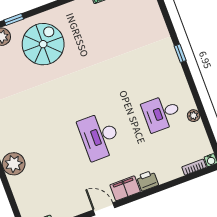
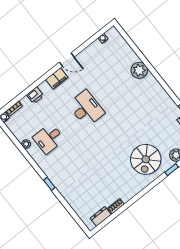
desk: (162, 113) -> (49, 138), turned 180
printer: (147, 181) -> (35, 95), moved

